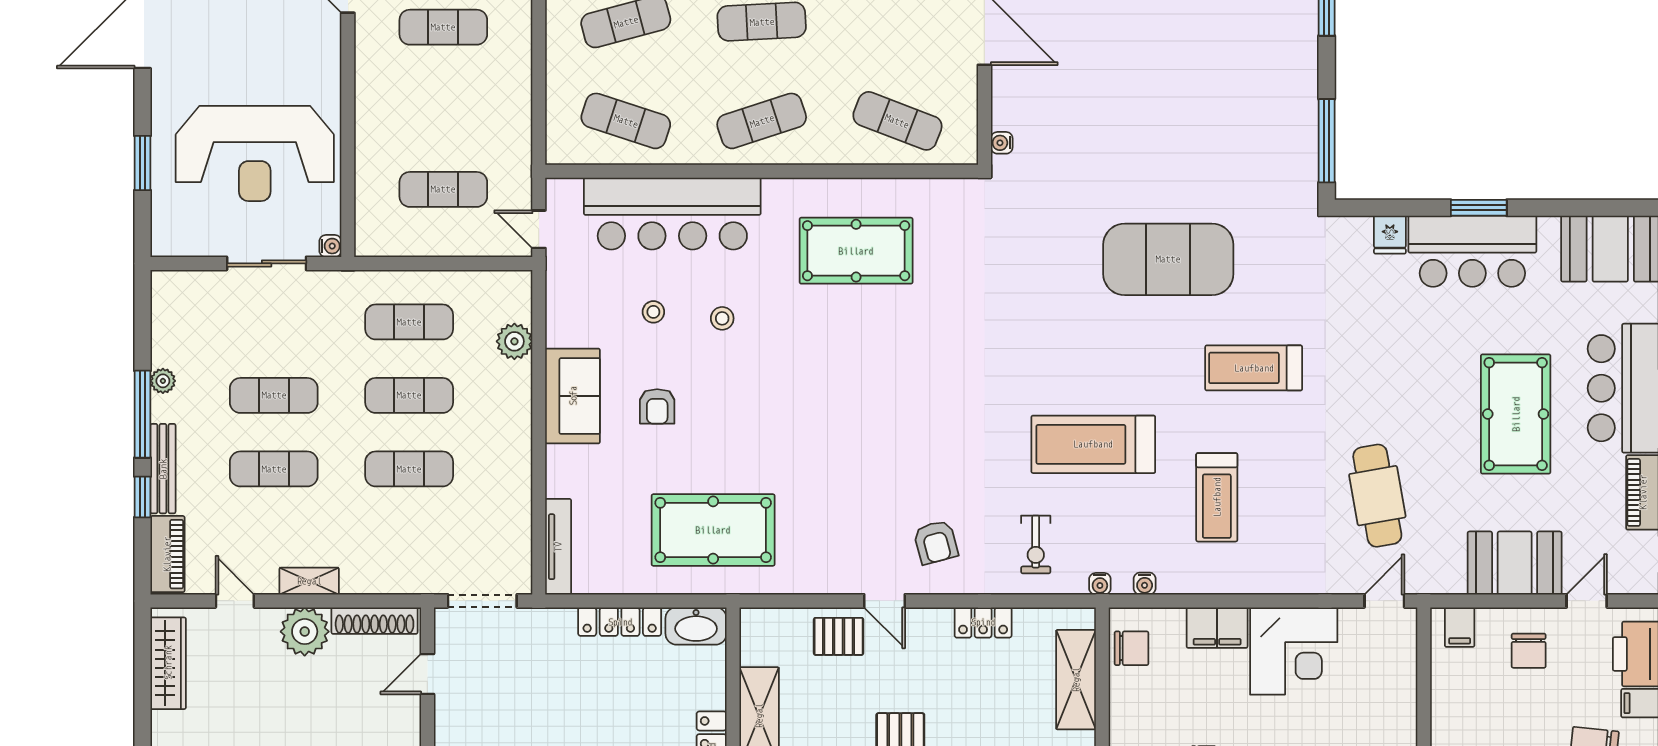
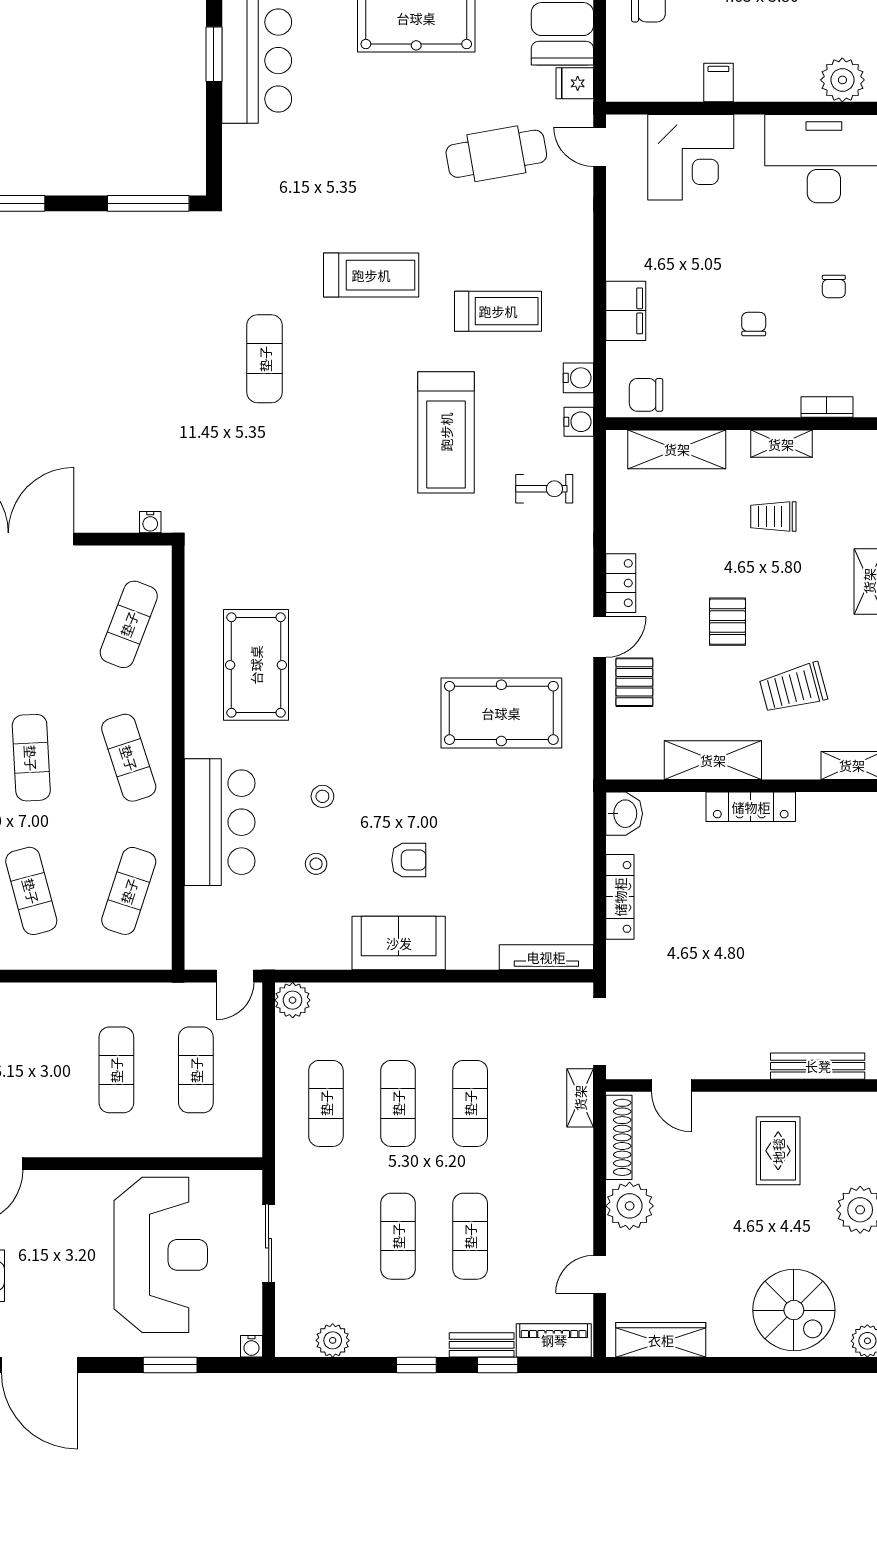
exercise mat: (443, 27) -> (116, 1070), moved
bar counter: (672, 214) -> (220, 822), width x0.73
fridge: (1390, 235) -> (575, 83), moved, turned 180
water cooler: (330, 246) -> (251, 1346), moved, turned 180
exercise mat: (1168, 259) -> (265, 359), width x0.50, depth x0.69
plant: (514, 341) -> (293, 1000), moved
treadmill: (1254, 368) -> (371, 275), turned -90
plant: (163, 381) -> (333, 1340), moved, width x1.38, depth x1.38
window: (142, 414) -> (416, 1365), width x0.46
bench: (163, 469) -> (482, 1345), width x0.73
pool table: (713, 530) -> (501, 713), moved, turned 90
armchair: (936, 542) -> (542, 587), removed
shelving: (309, 581) -> (580, 1098), moved
water cooler: (1100, 584) -> (579, 422), width x1.38, depth x1.38
water cooler: (1145, 584) -> (578, 378), width x1.38, depth x1.38
locker: (983, 622) -> (621, 583), moved
washbasin: (696, 626) -> (624, 814), width x0.72
filing cabinet: (1460, 627) -> (718, 83), moved, turned -90
chair: (1131, 648) -> (646, 395), turned -90
corner desk: (1294, 651) -> (691, 157), moved, turned 90

